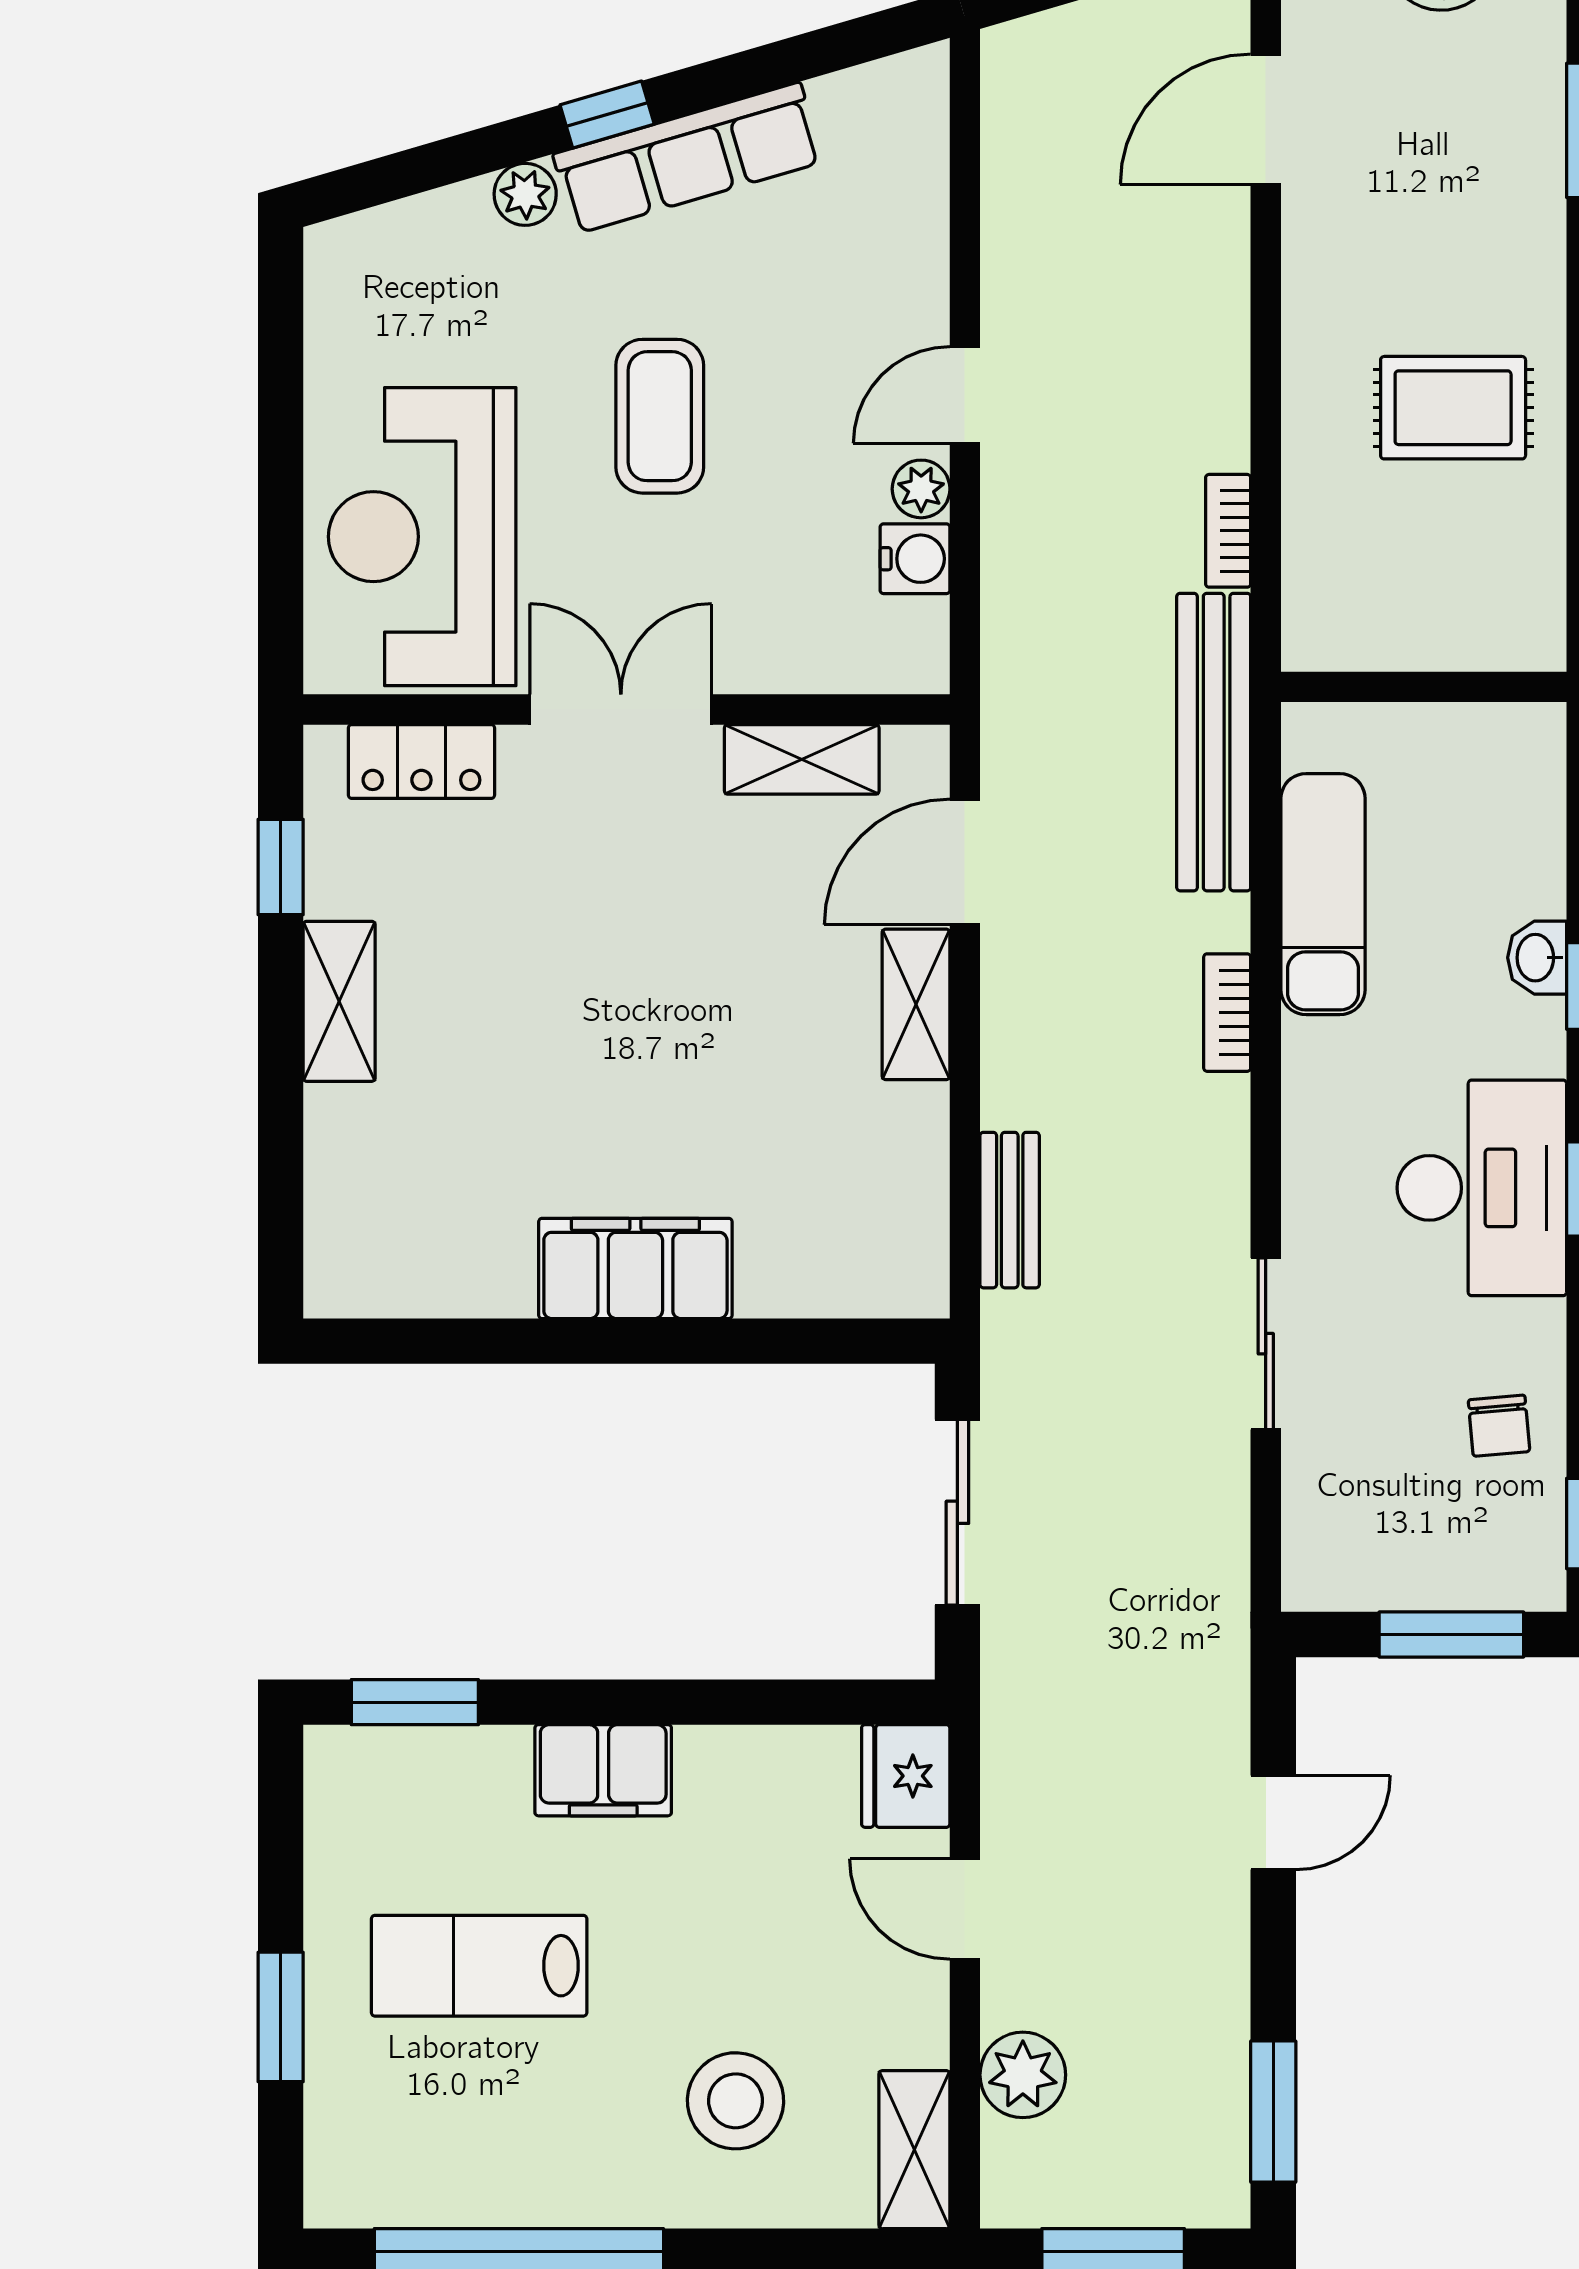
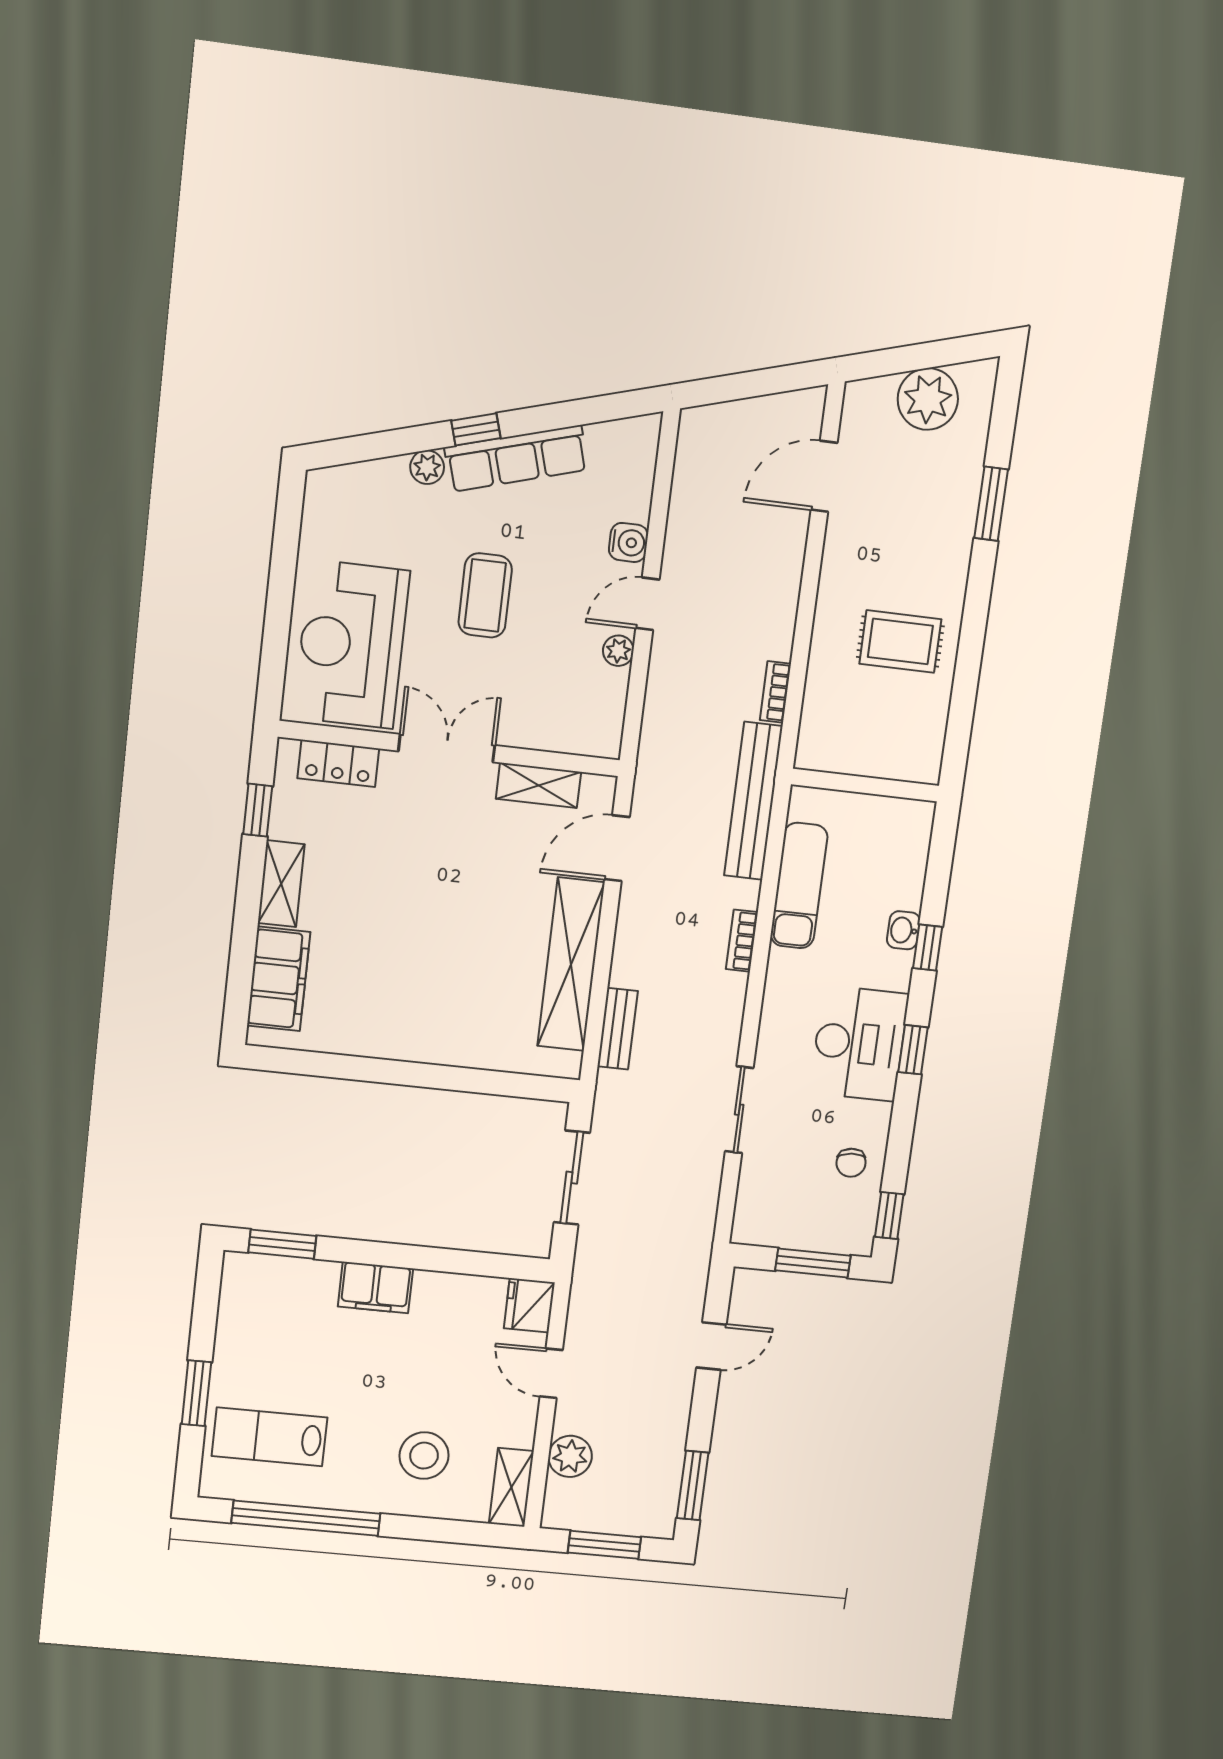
water cooler: (915, 559) -> (628, 542), moved
shelving: (916, 1004) -> (571, 964), width x2.20, depth x1.33
filing cabinet: (635, 1268) -> (279, 979), moved, turned 90
lab bench: (479, 1966) -> (270, 1437), moved

